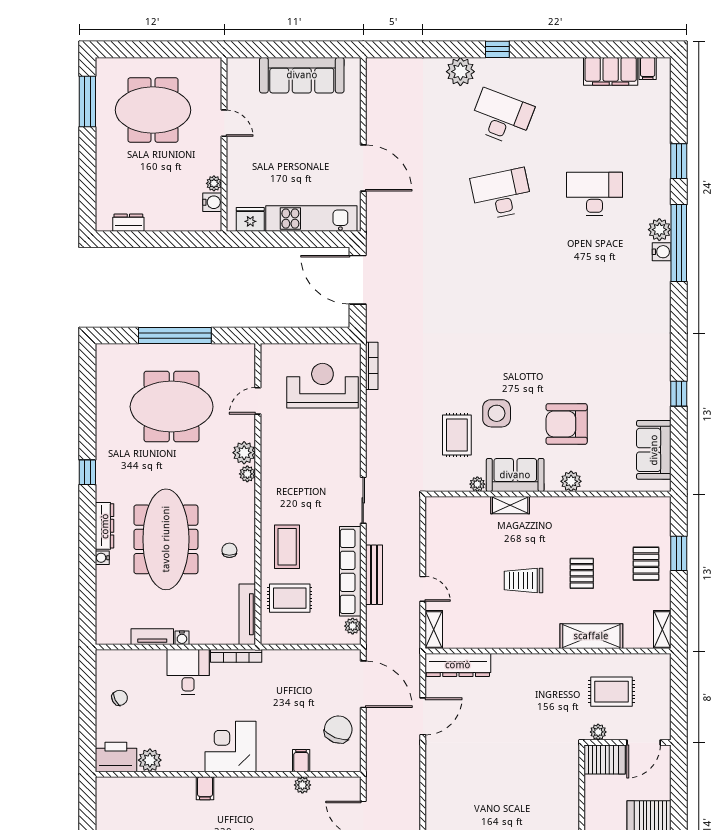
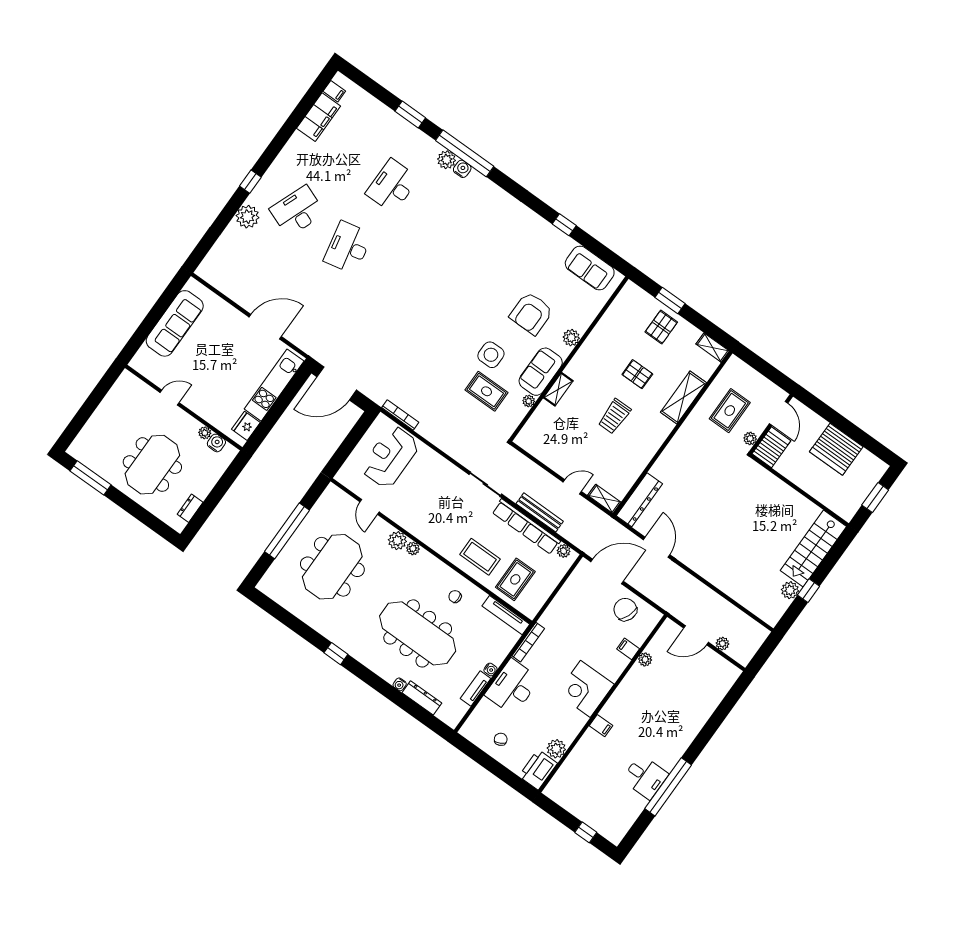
meeting table: (153, 110) -> (152, 465), moved
dresser: (105, 526) -> (422, 698), moved
pallet: (646, 564) -> (661, 327), turned 90
desk: (188, 672) -> (512, 687), width x1.37

